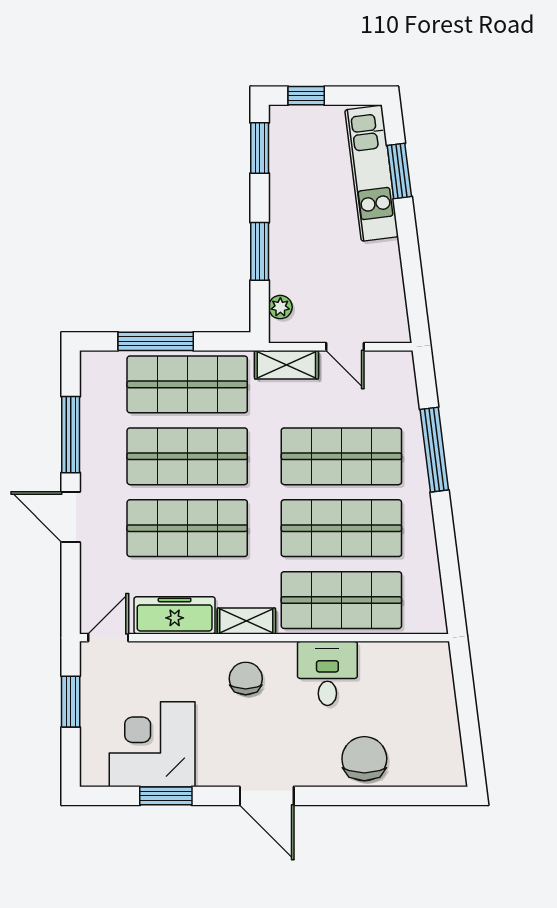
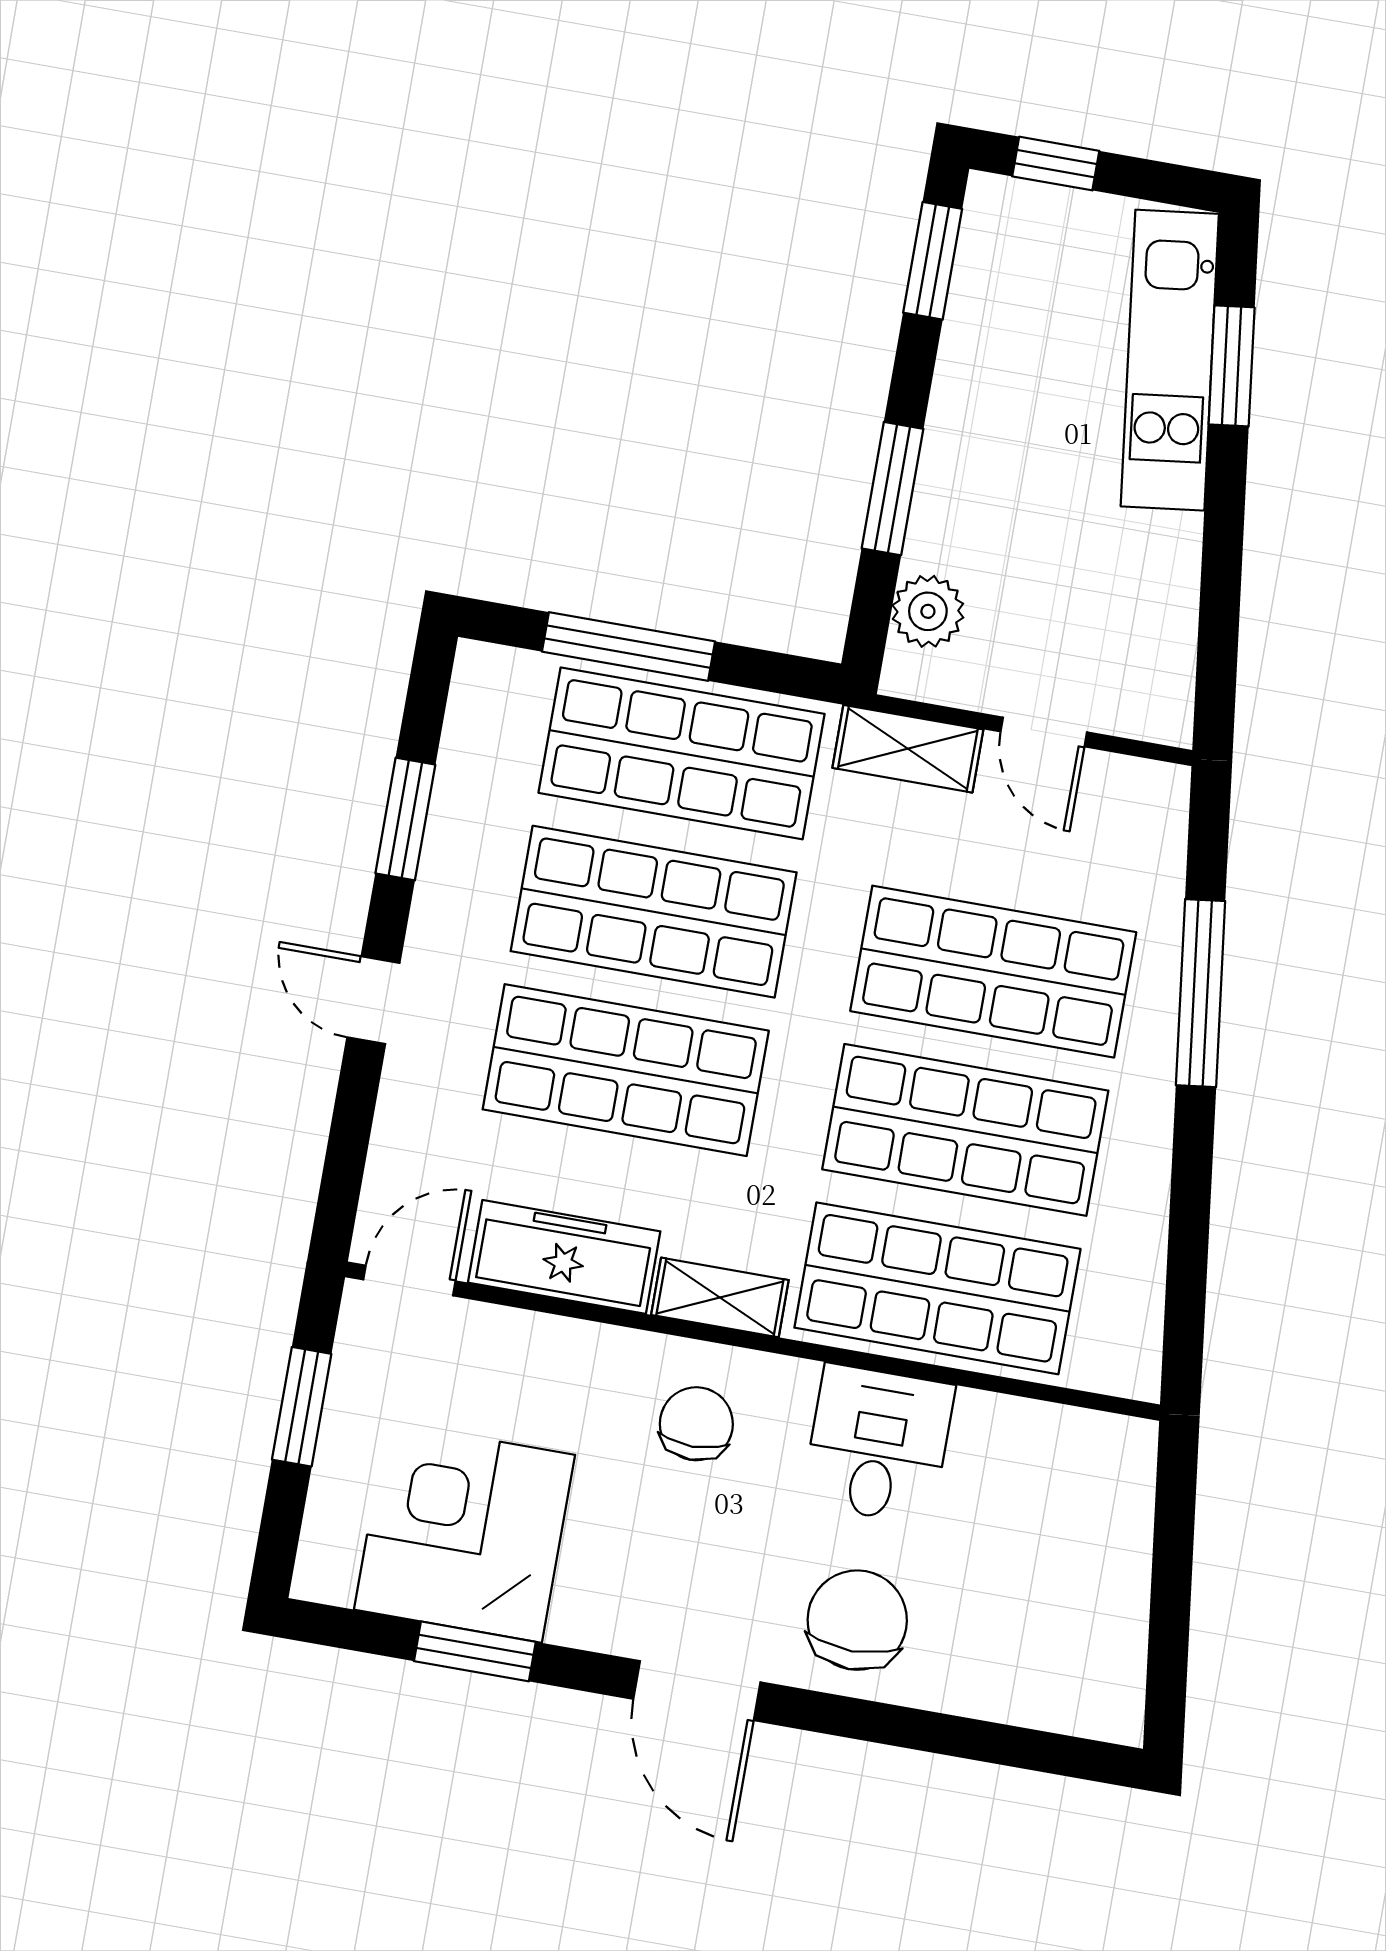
plant: (280, 307) -> (928, 611), width x1.38, depth x1.38
window: (71, 435) -> (405, 819), width x0.69
door: (71, 517) -> (373, 1000), width x0.73
chair: (364, 759) -> (857, 1620), moved

